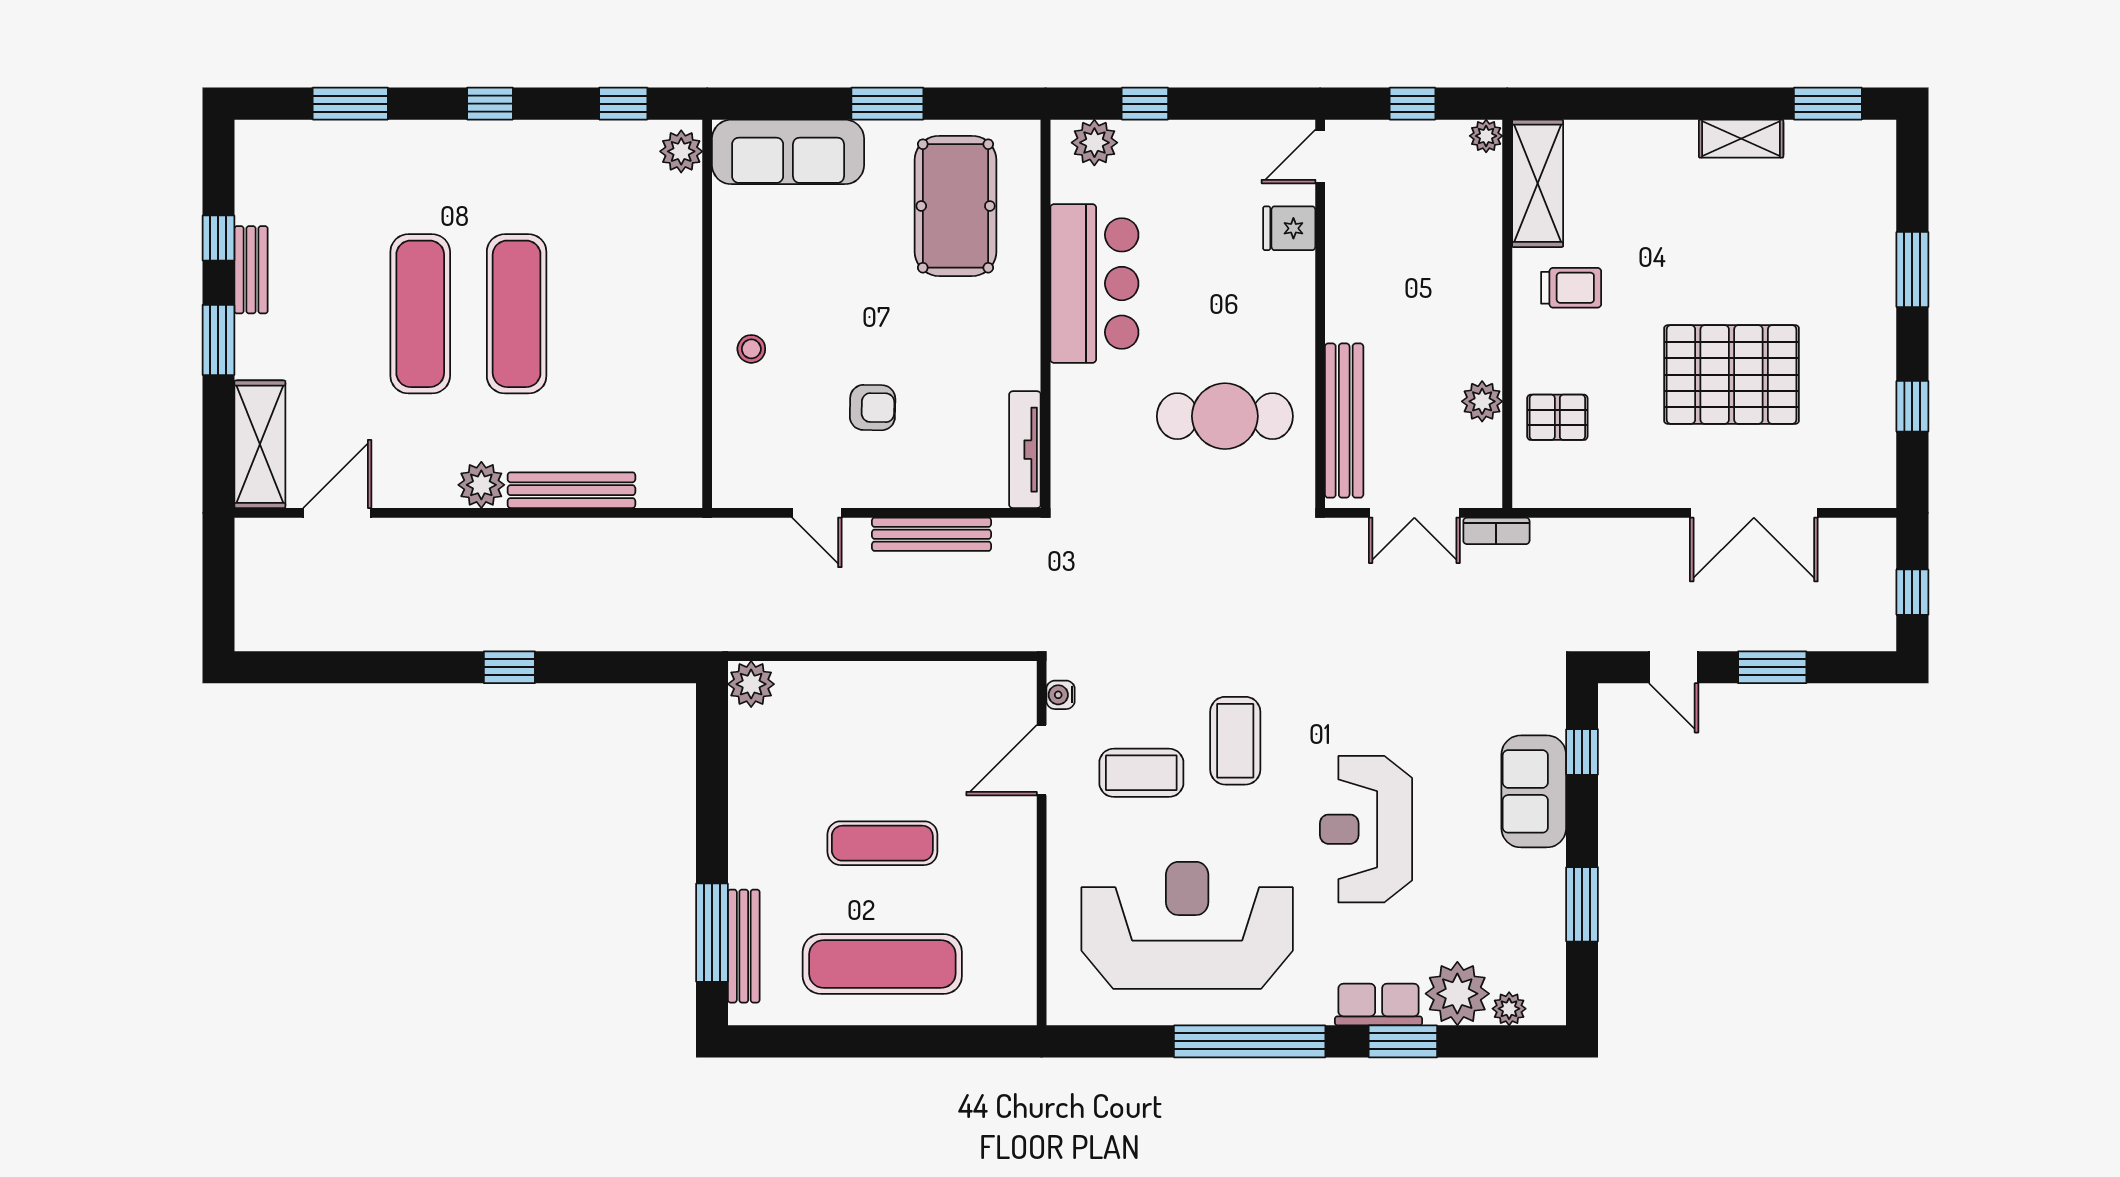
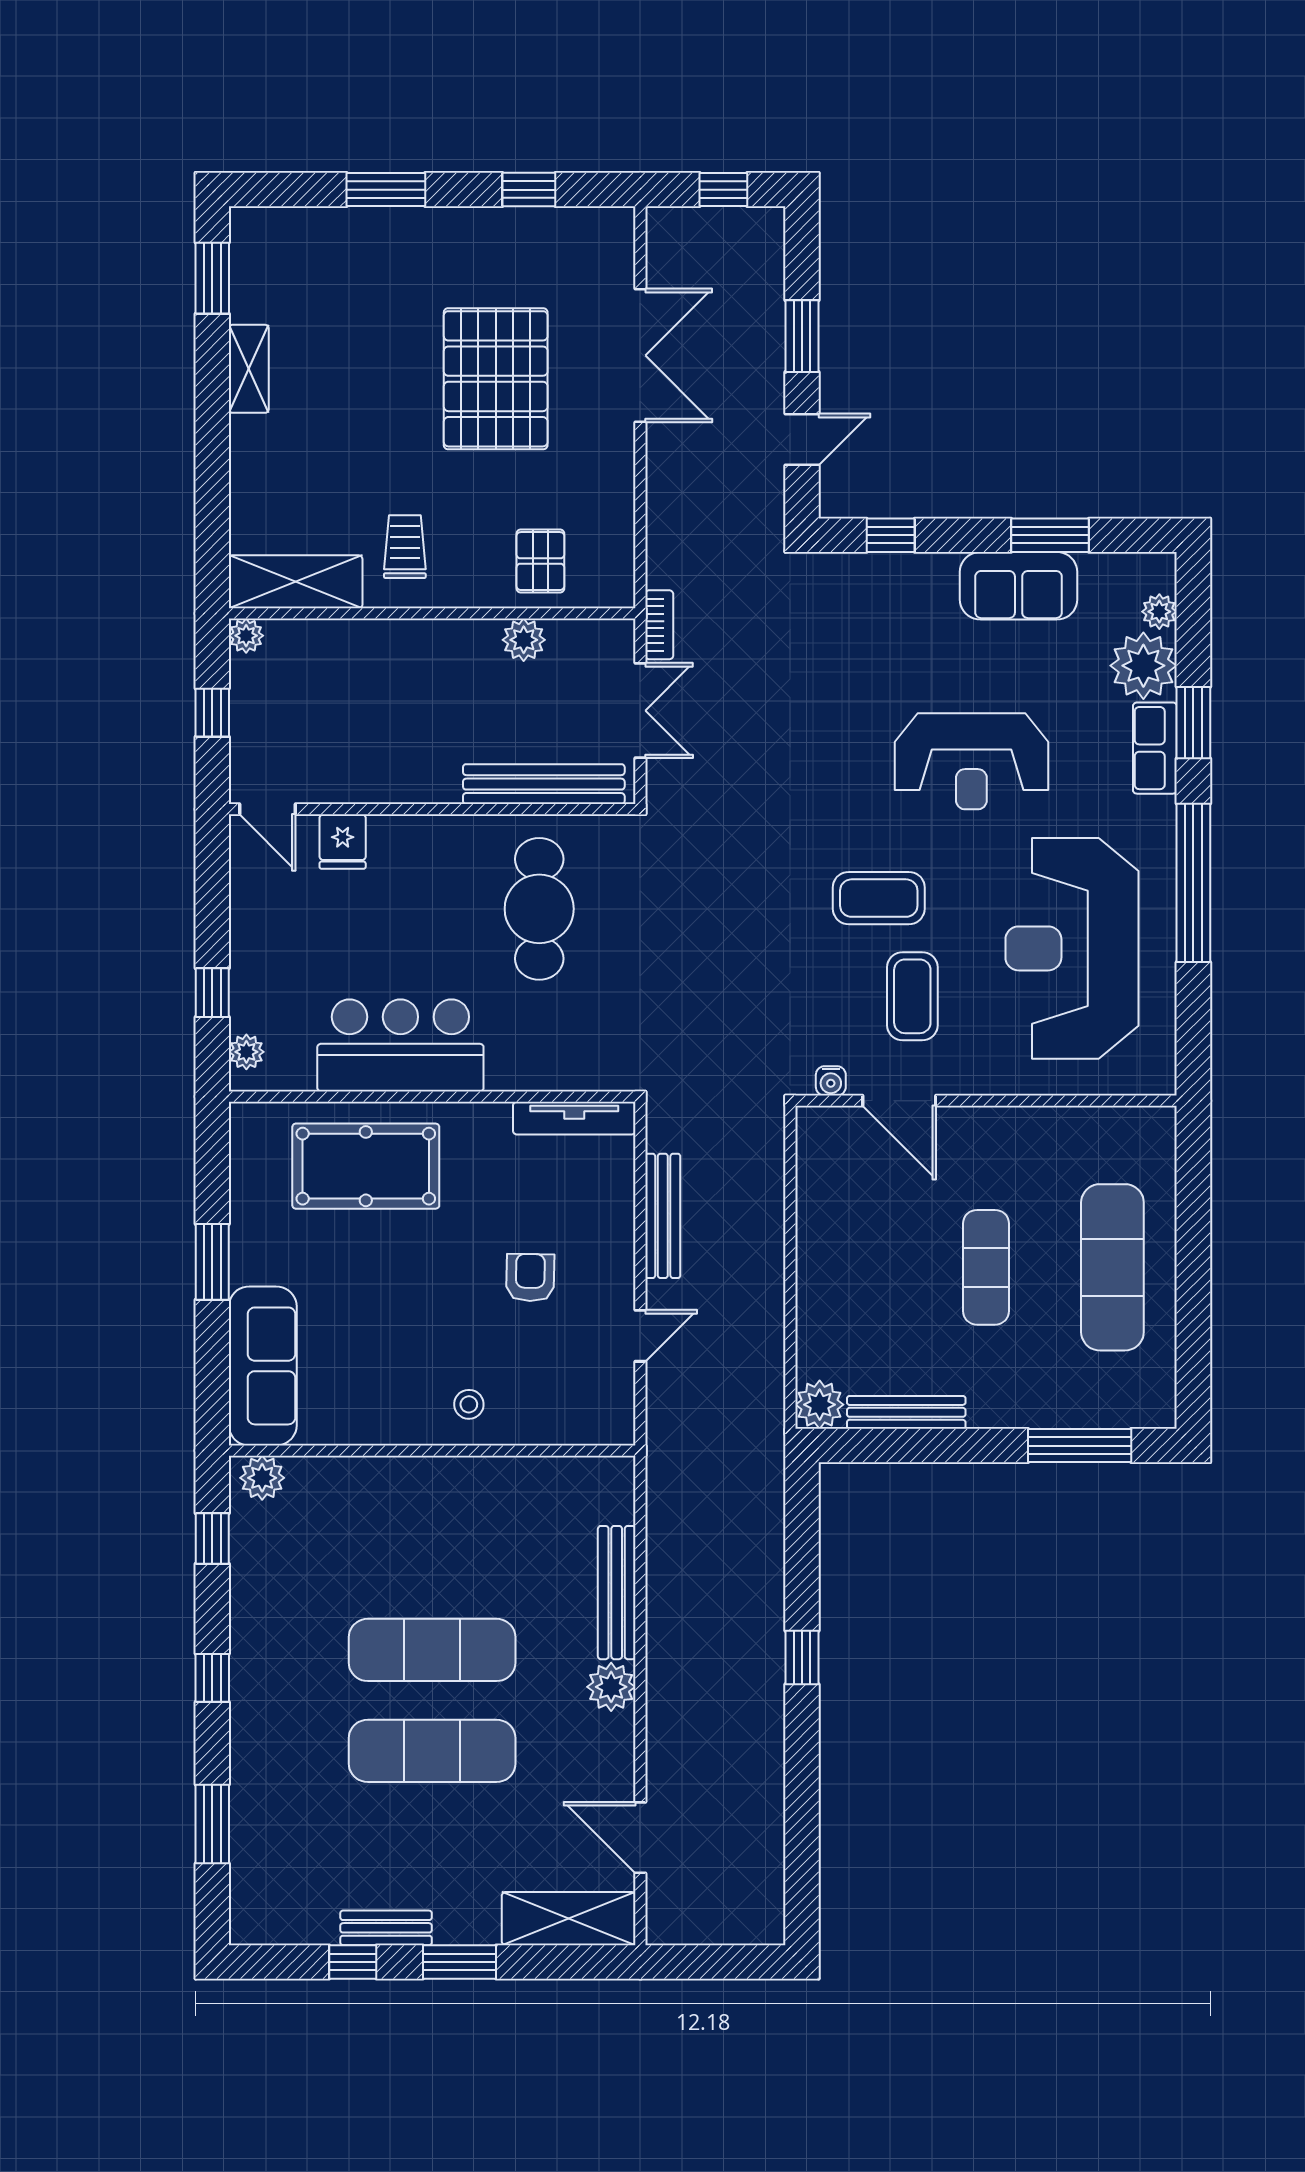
plant: (1094, 143) -> (246, 1052), width x0.73, depth x0.73
pool table: (956, 206) -> (366, 1166), moved
sofa: (1534, 791) -> (1019, 586), moved
bench: (744, 946) -> (906, 1412), moved

